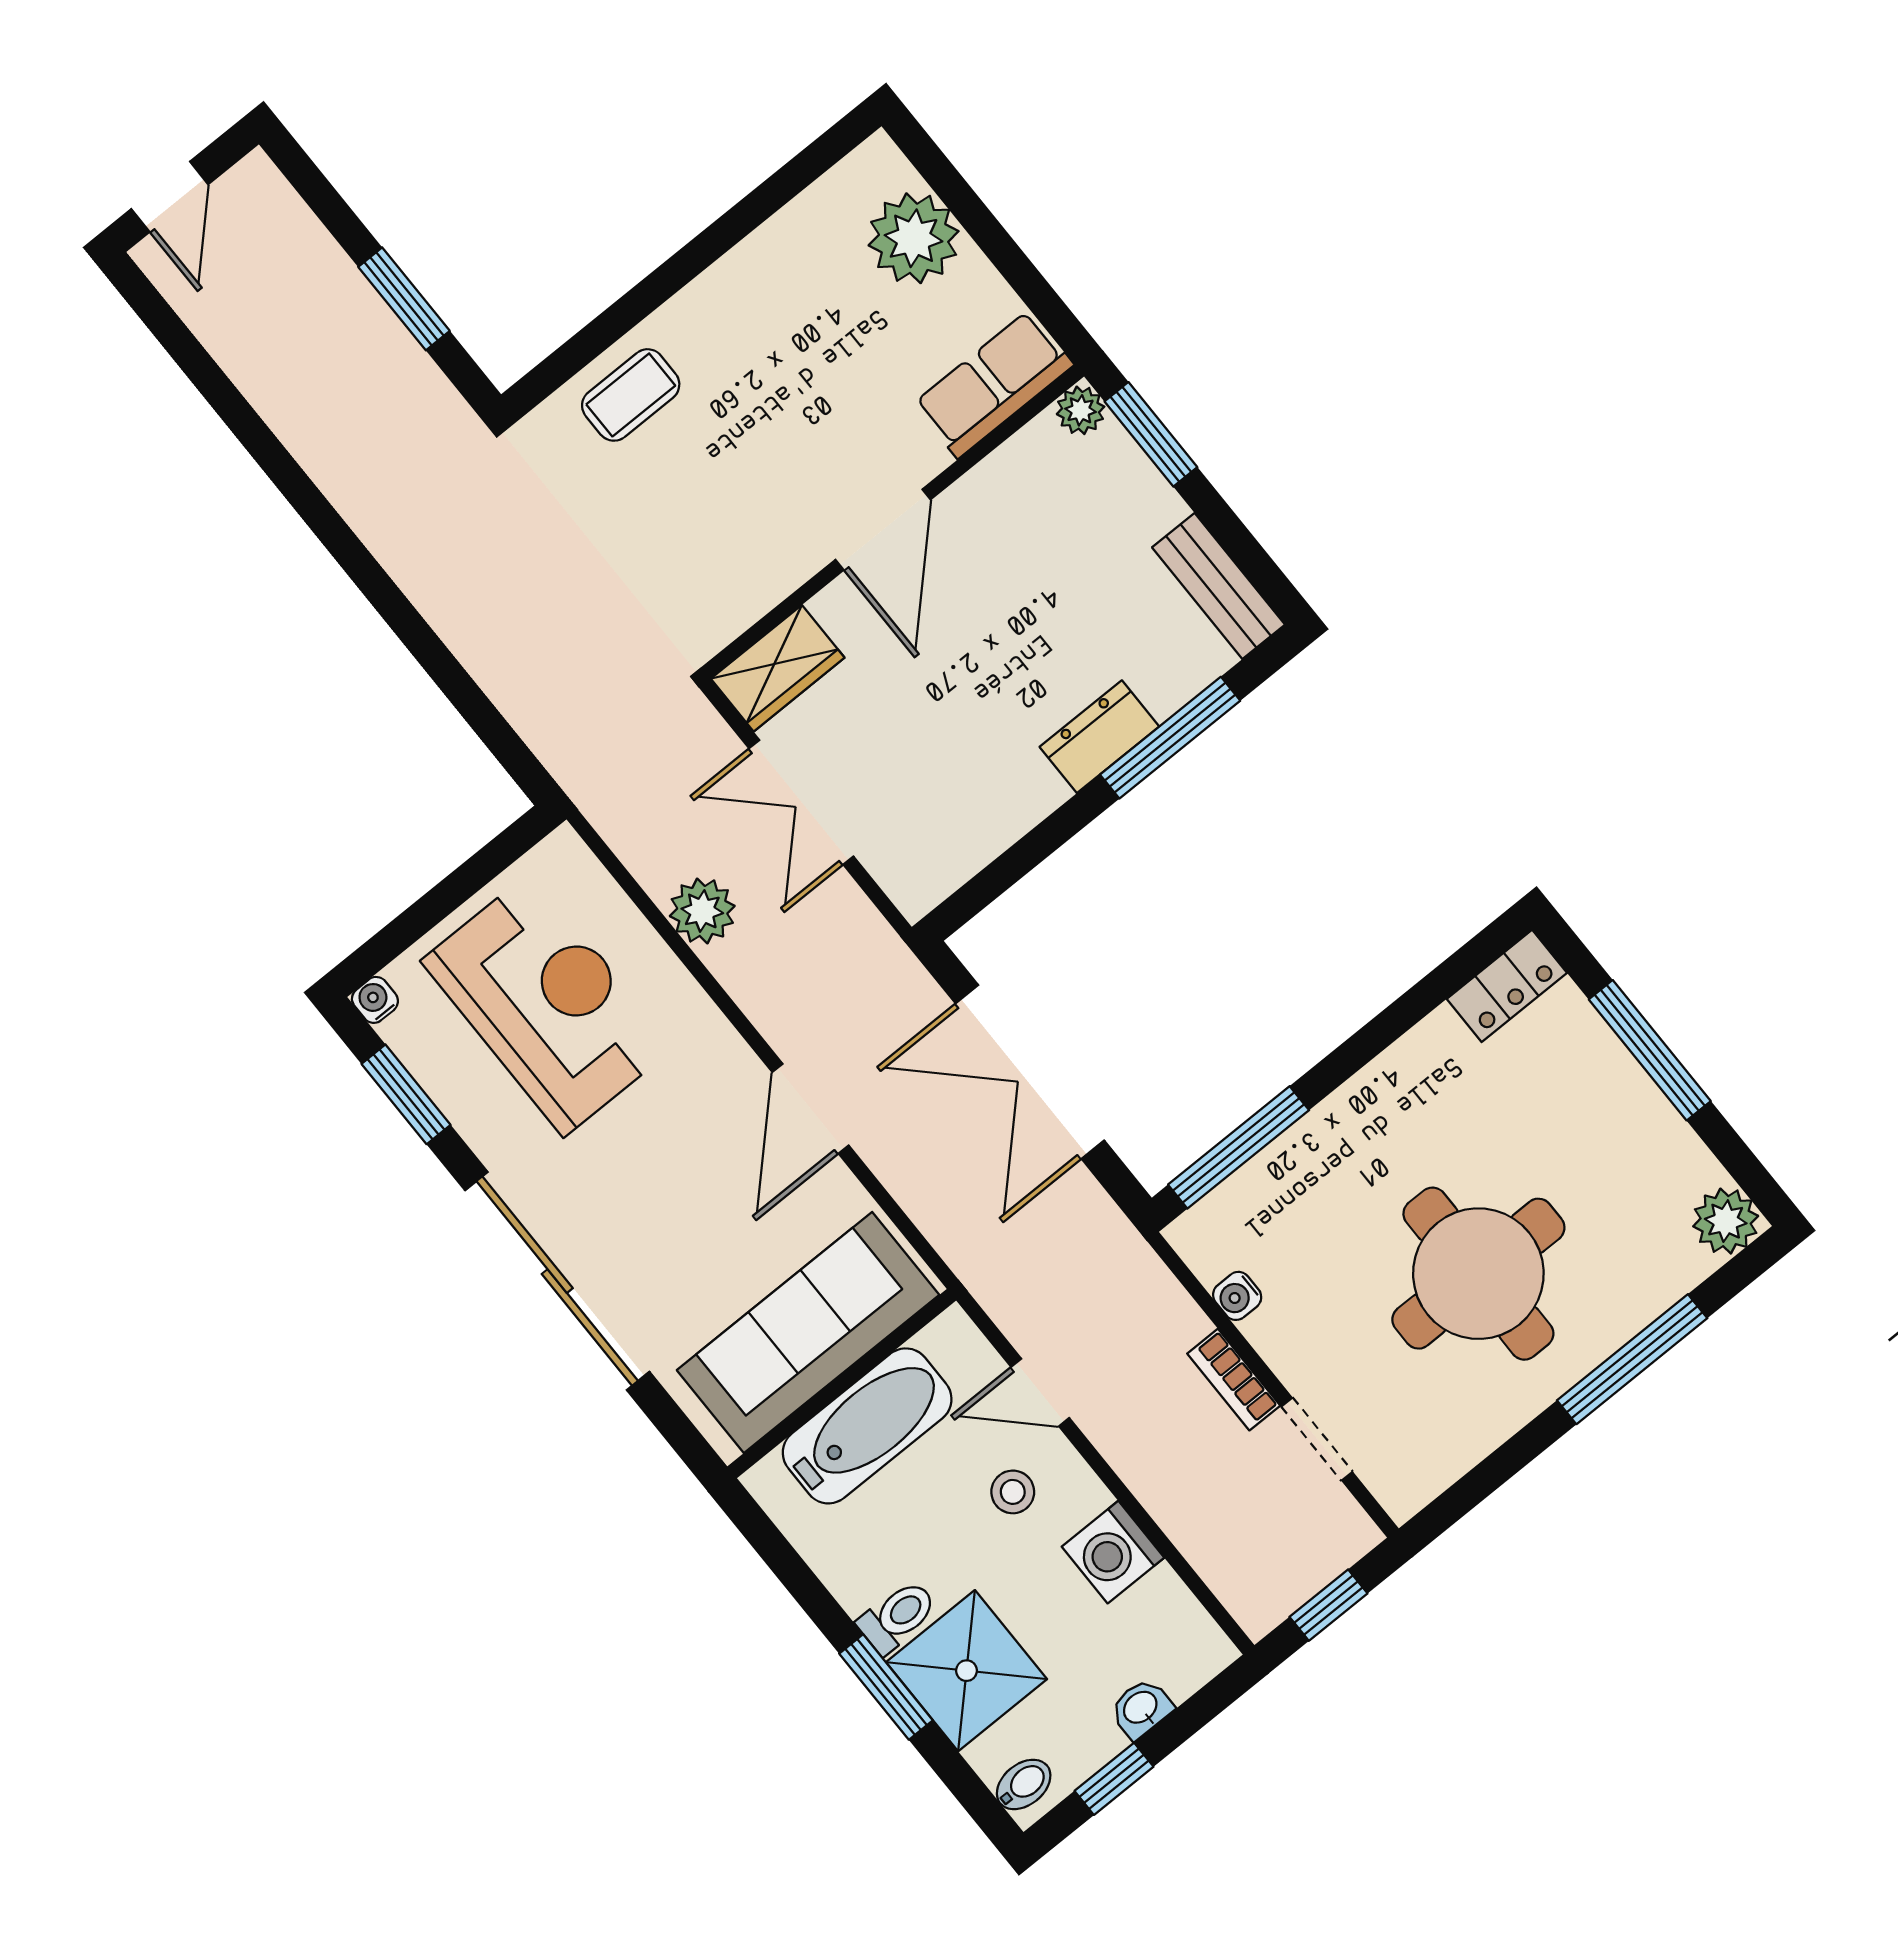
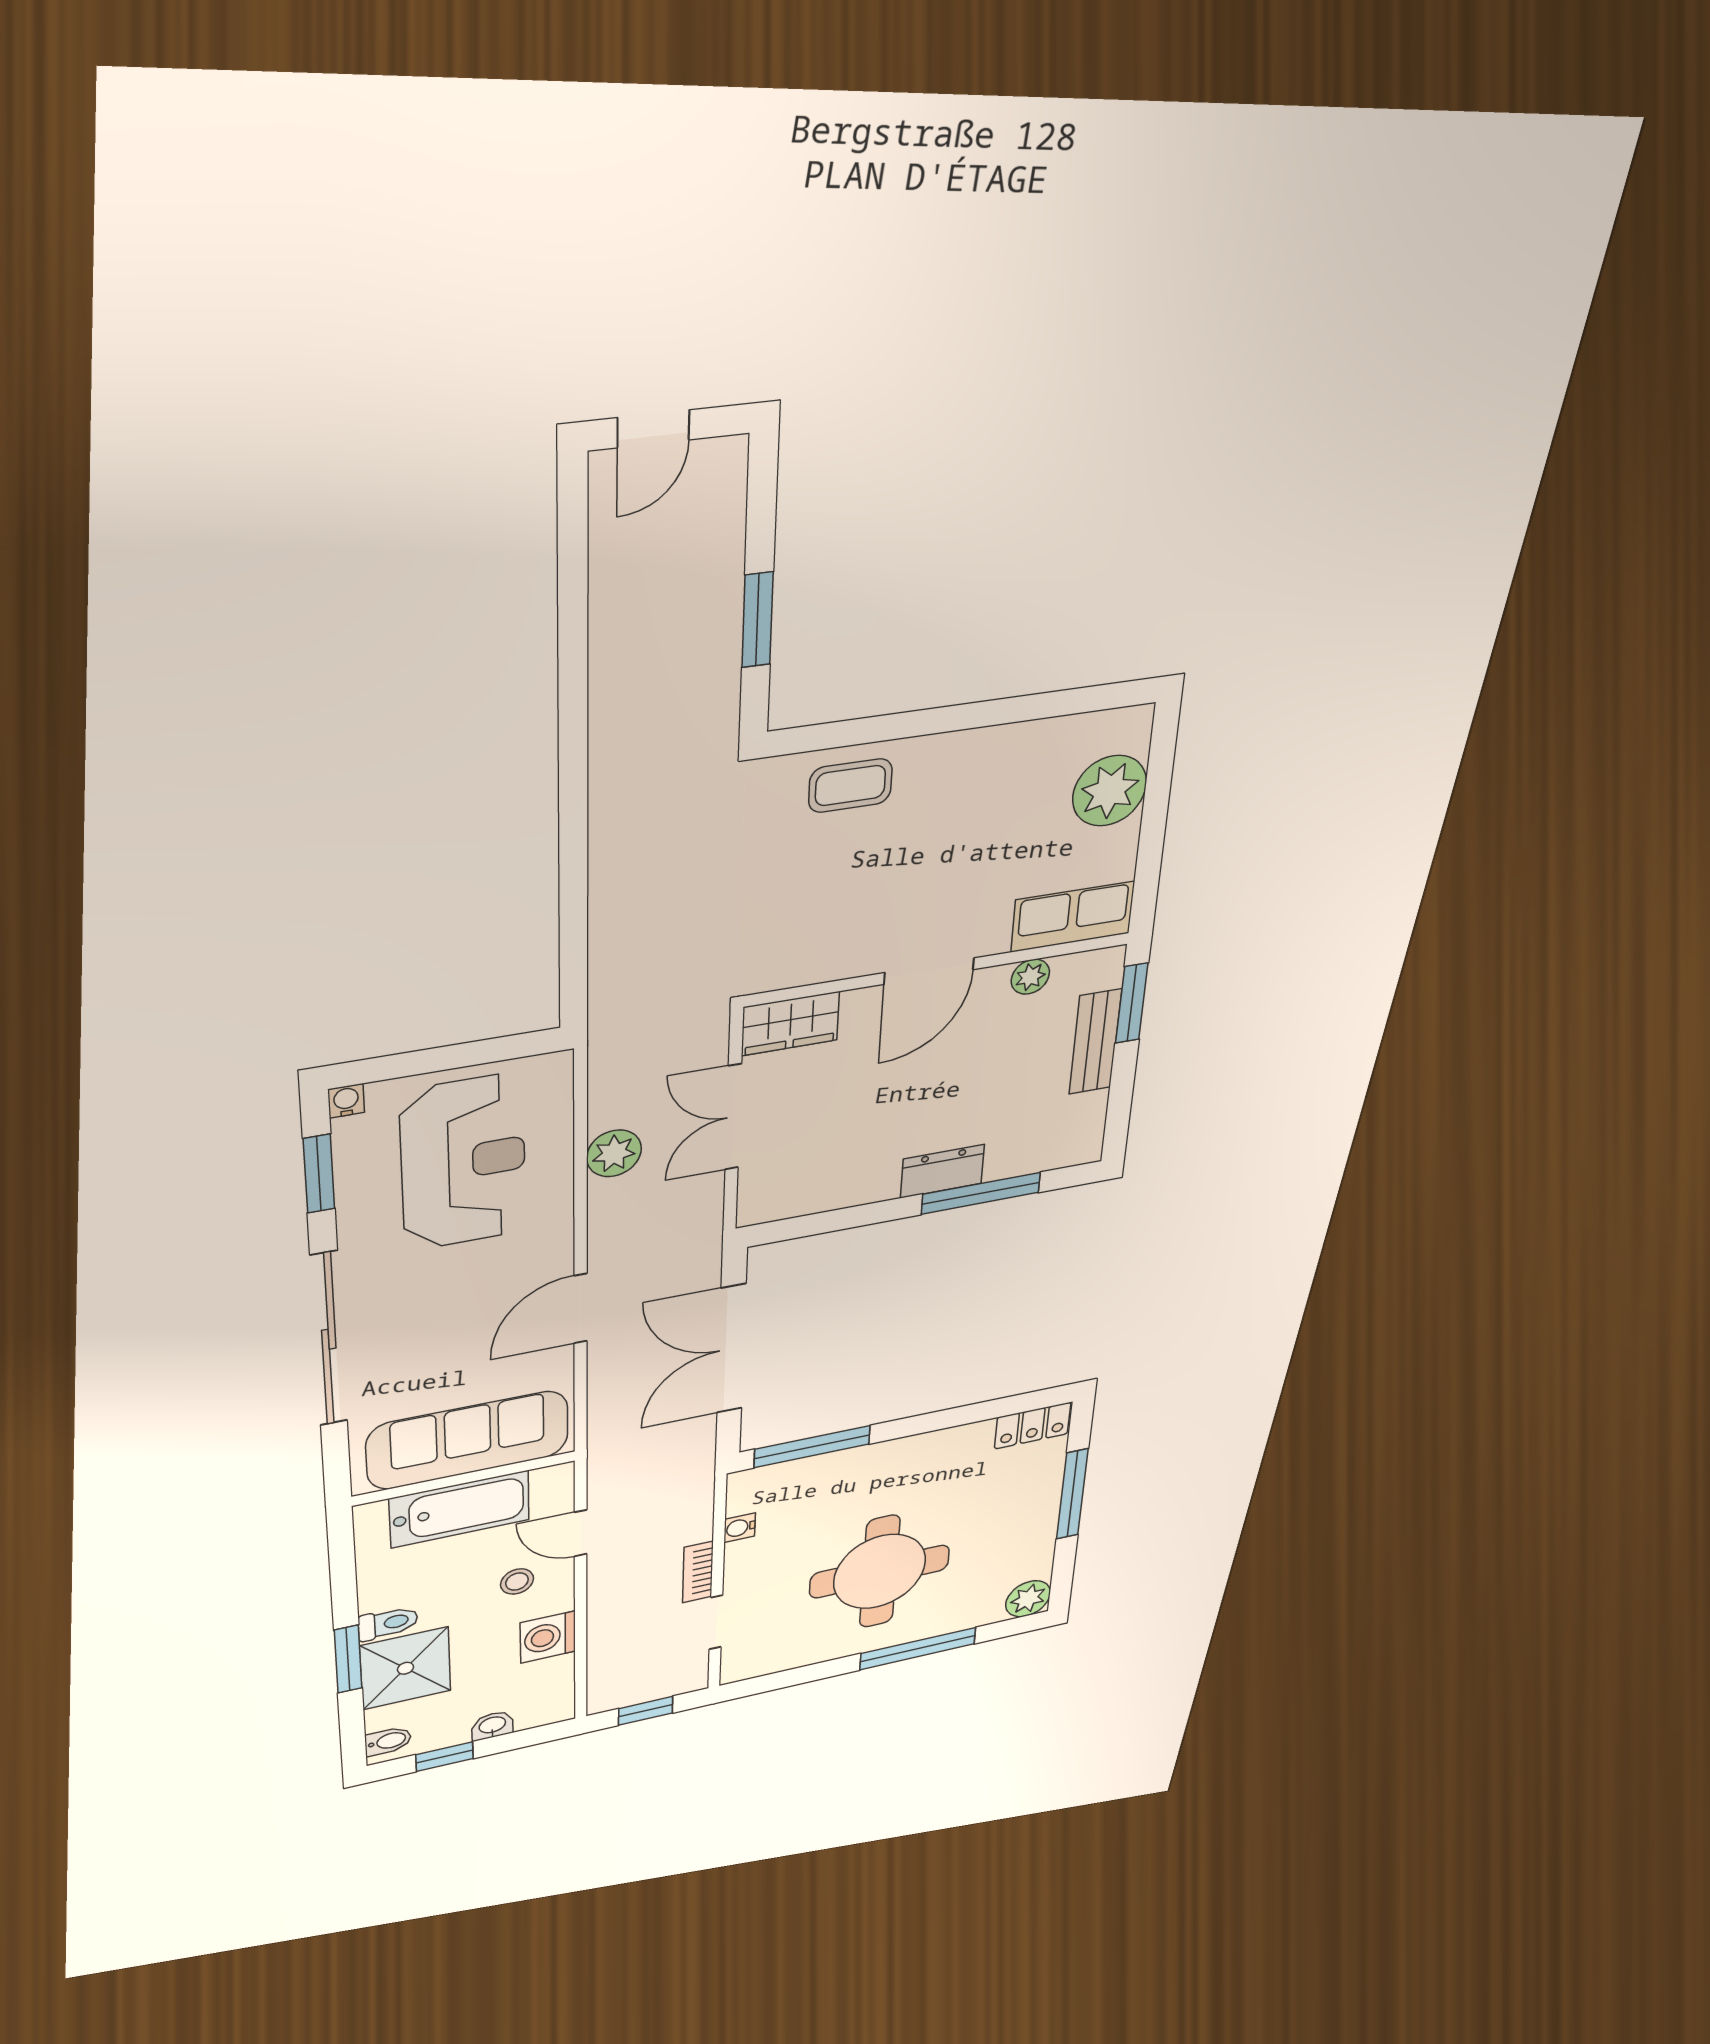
plant: (1081, 410) -> (1030, 977), moved
bench: (1218, 586) -> (1095, 1042), moved

